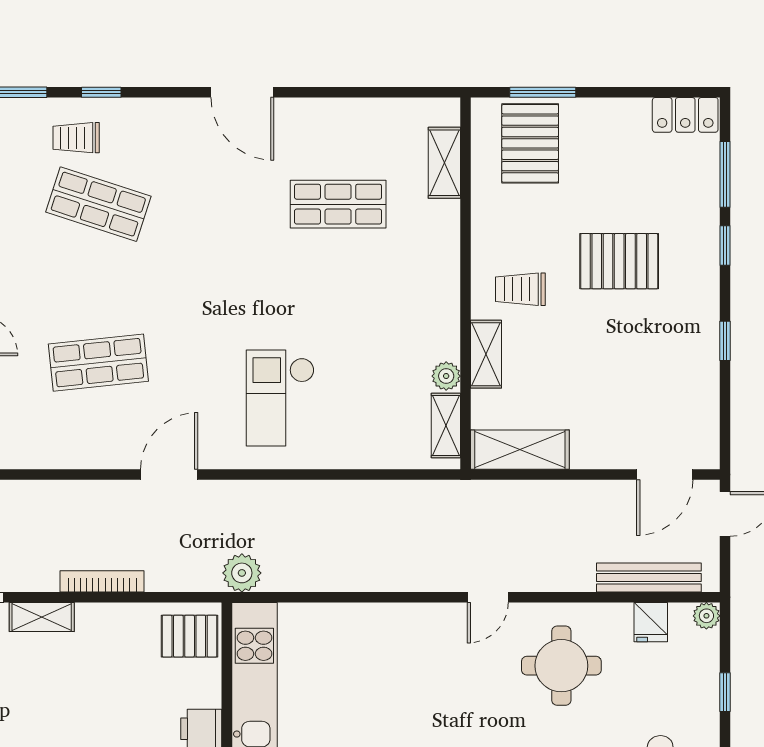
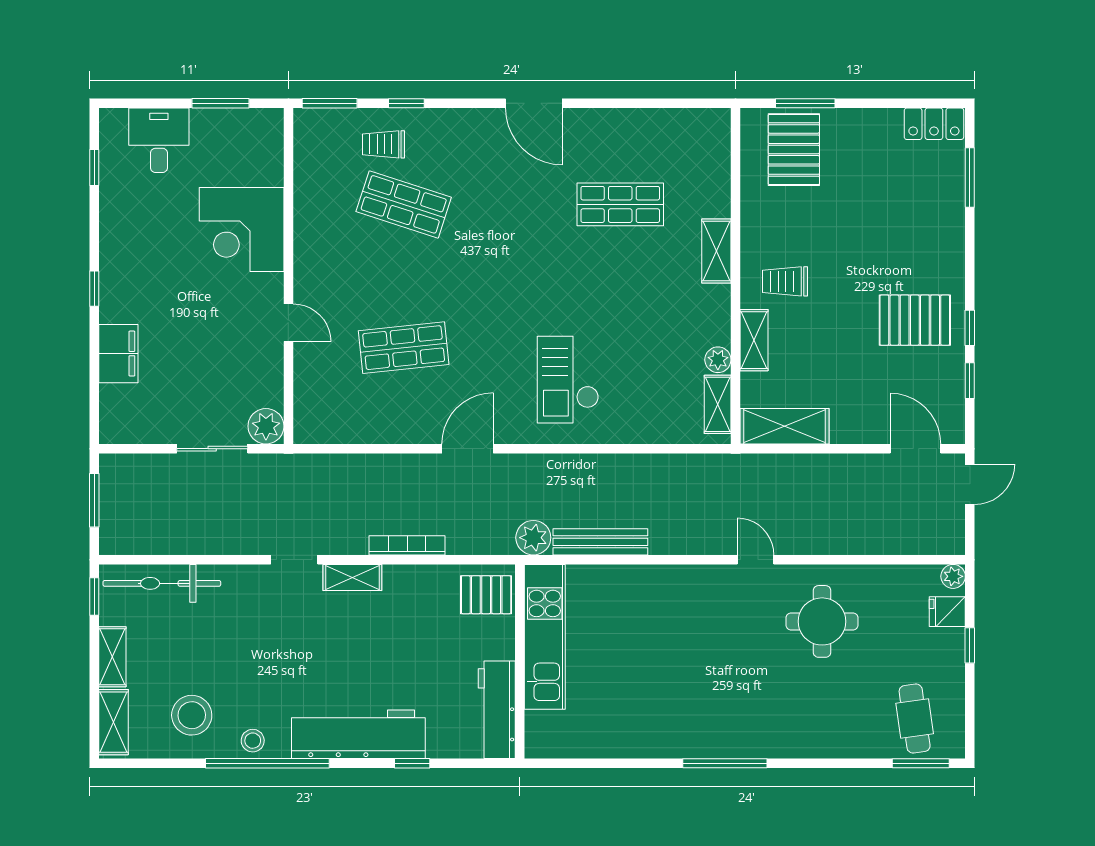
shelving: (444, 163) -> (716, 251), moved
window: (725, 246) -> (970, 381), moved
pallet: (619, 261) -> (915, 320), moved
door: (665, 474) -> (915, 449), swing flipped
bench: (649, 578) -> (600, 542), moved
door: (488, 597) -> (756, 560), swing flipped
fridge: (651, 622) -> (947, 612), moved, turned 90

